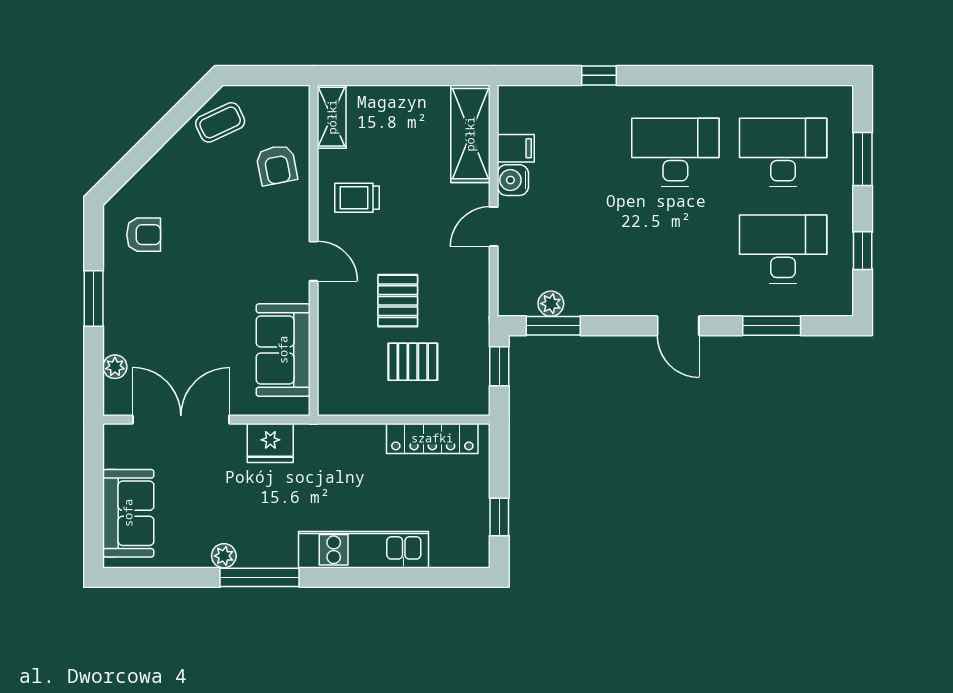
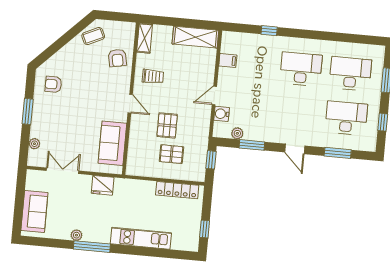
shelving: (470, 134) -> (195, 37), moved, turned 90
water cooler: (513, 180) -> (222, 114), moved
trolley: (357, 198) -> (153, 76), turned 180
armchair: (144, 235) -> (53, 84), turned 180
window: (553, 326) -> (252, 145), moved
double door: (181, 420) -> (63, 171), width x0.73

